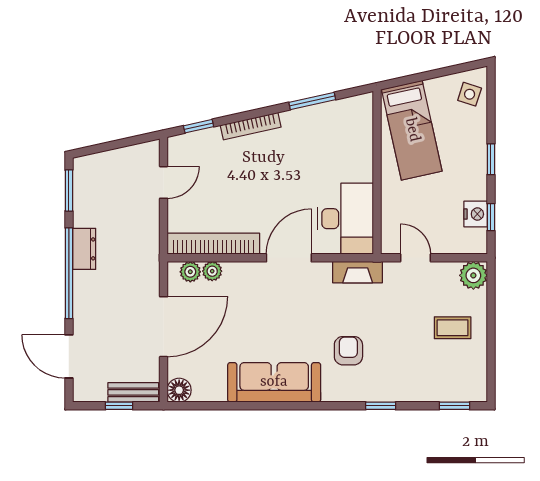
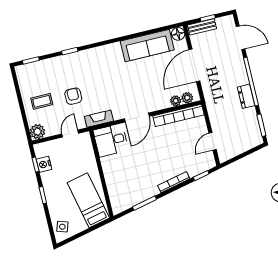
desk: (345, 219) -> (111, 140), width x0.73
door: (416, 258) -> (70, 134), swing flipped
armchair: (348, 351) -> (73, 96), moved, turned 180
sofa: (274, 382) -> (147, 46), moved

